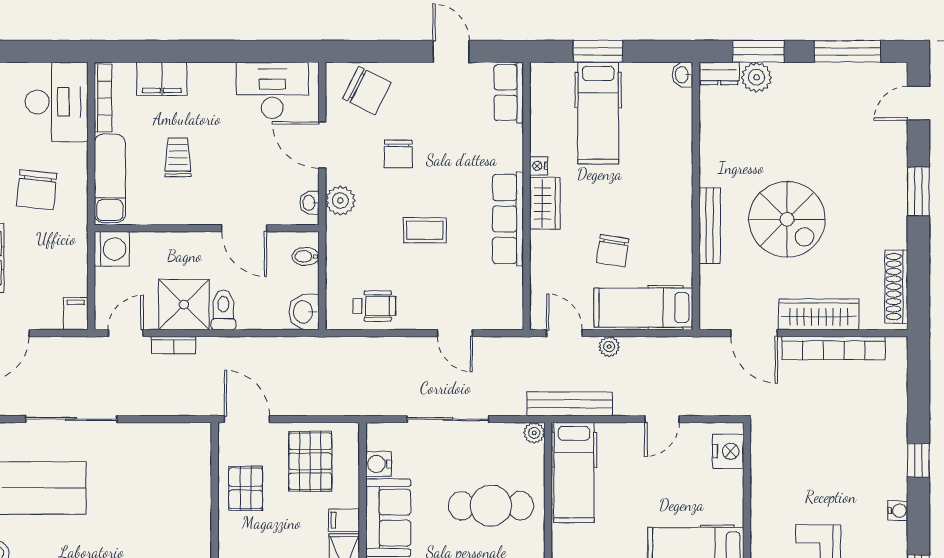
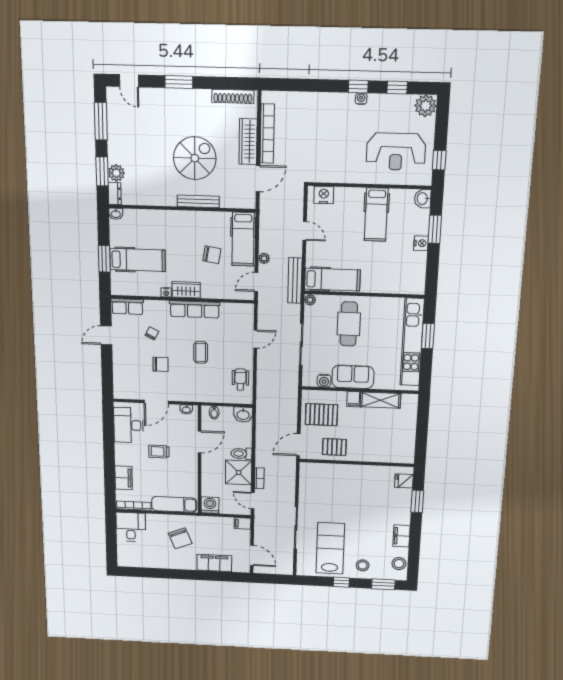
chair: (367, 91) -> (152, 333), moved, width x0.54, depth x0.54
desk: (57, 102) -> (131, 527), width x0.73
trolley: (178, 157) -> (159, 452), moved
chair: (37, 190) -> (180, 538), turned 62
plant: (340, 201) -> (185, 394), removed
window: (918, 460) -> (358, 87), moved

